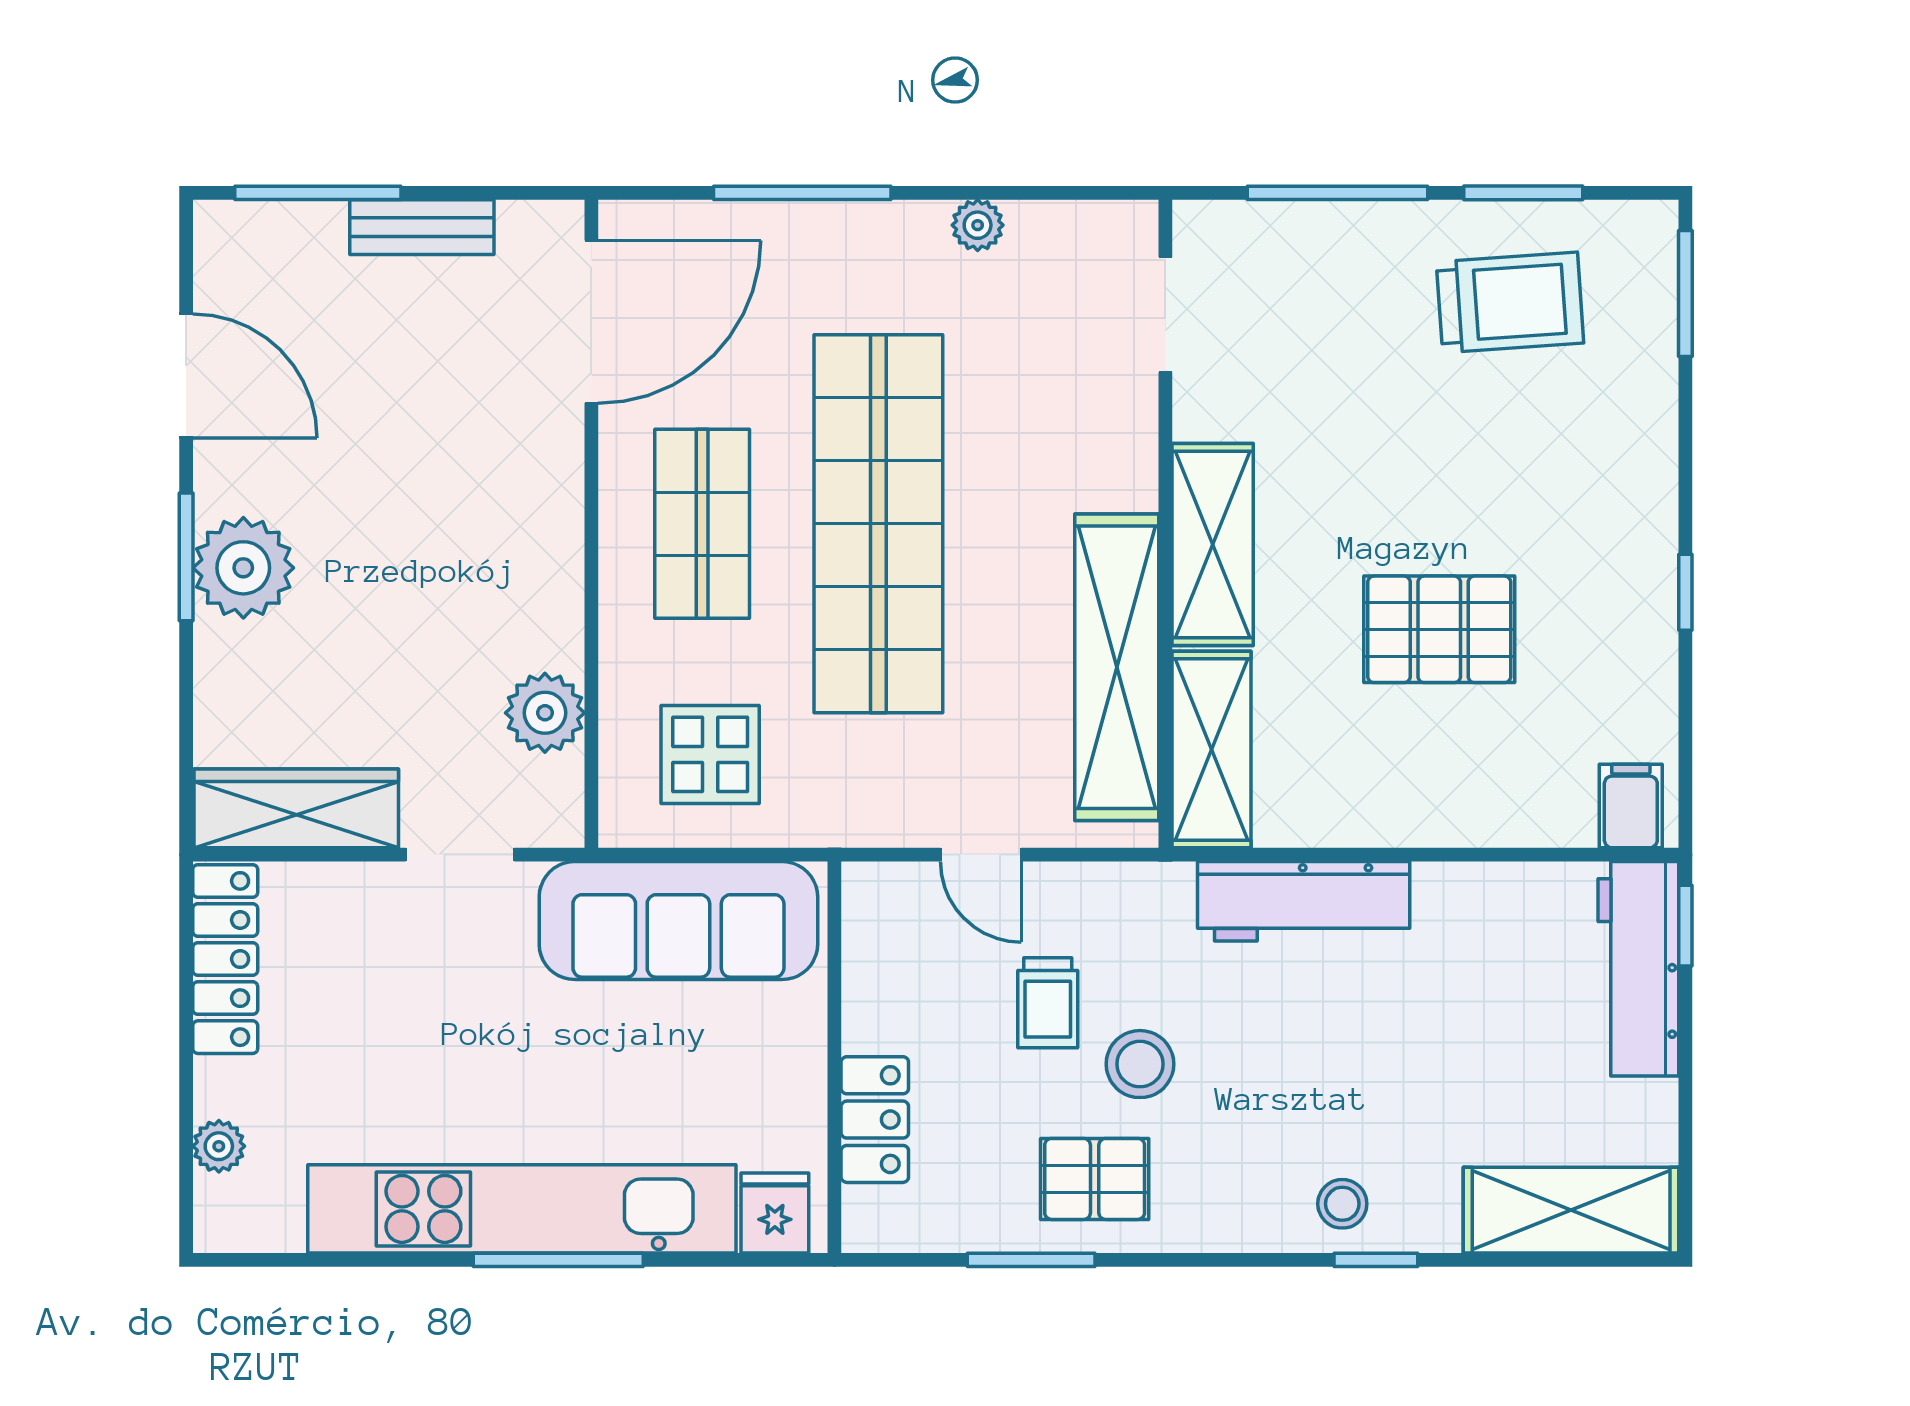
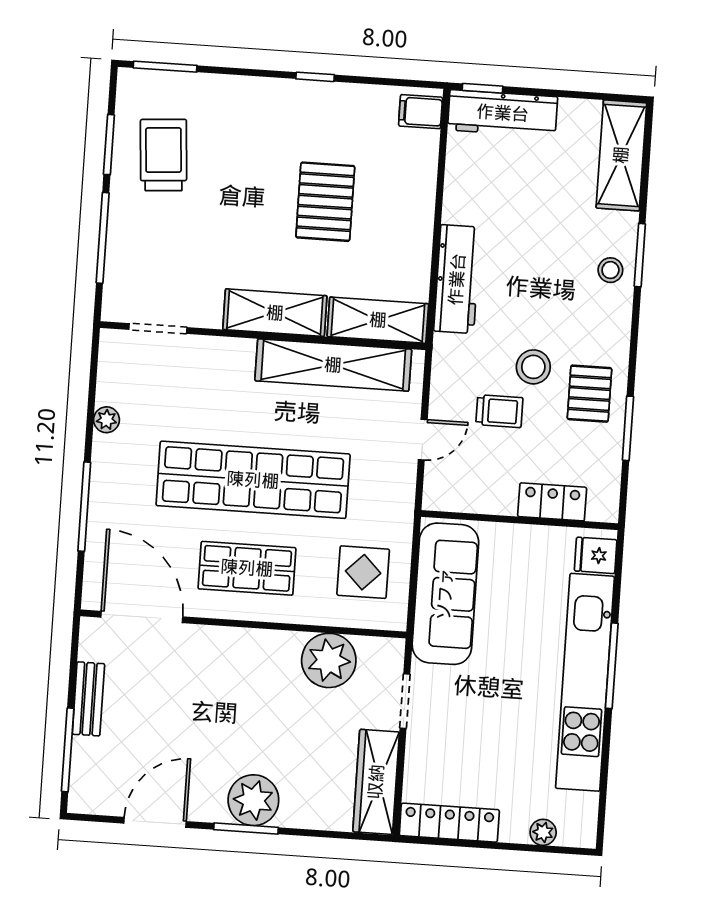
plant: (545, 713) -> (329, 660), width x1.36, depth x1.36
window: (1376, 1260) -> (640, 255), width x1.50

